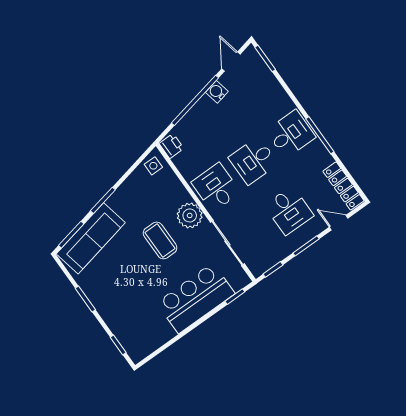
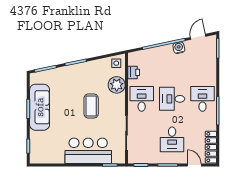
desk: (291, 134) -> (202, 99), turned -90
printer: (171, 146) -> (134, 72), moved
plant: (190, 215) -> (117, 85), moved
sofa: (91, 238) -> (40, 107), moved, turned -78

